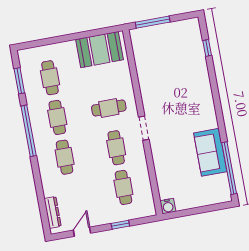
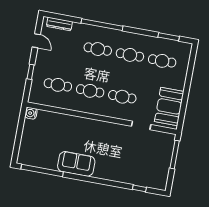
cafe table: (109, 108) -> (122, 97), turned 90
doorway: (144, 128) -> (141, 125), moved
window: (29, 131) -> (102, 25), moved
sofa: (210, 152) -> (76, 164), moved

